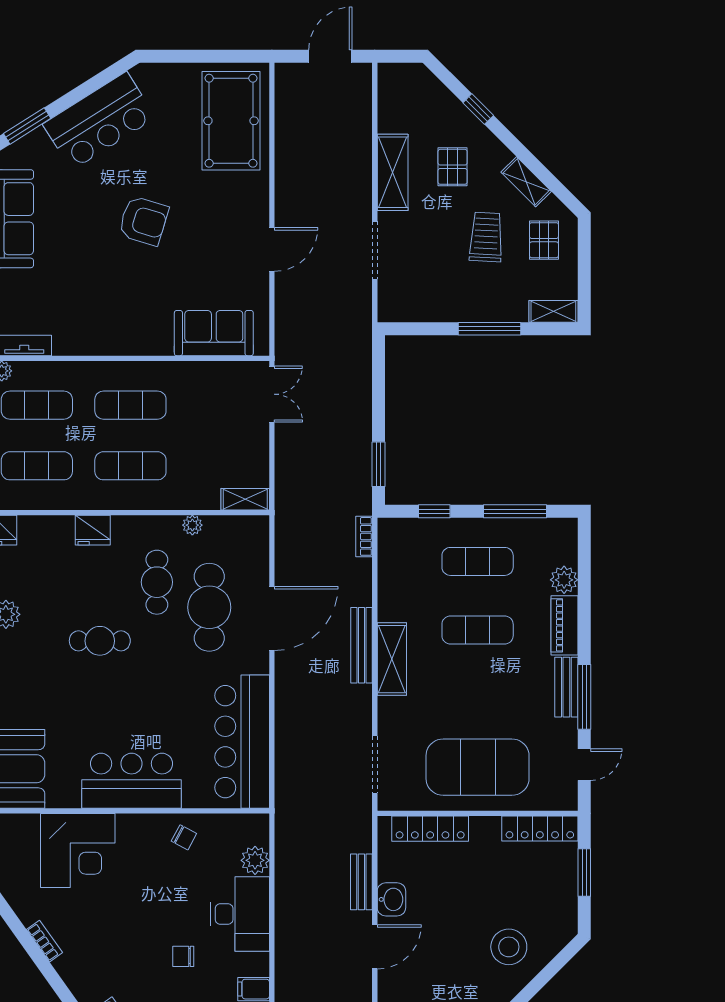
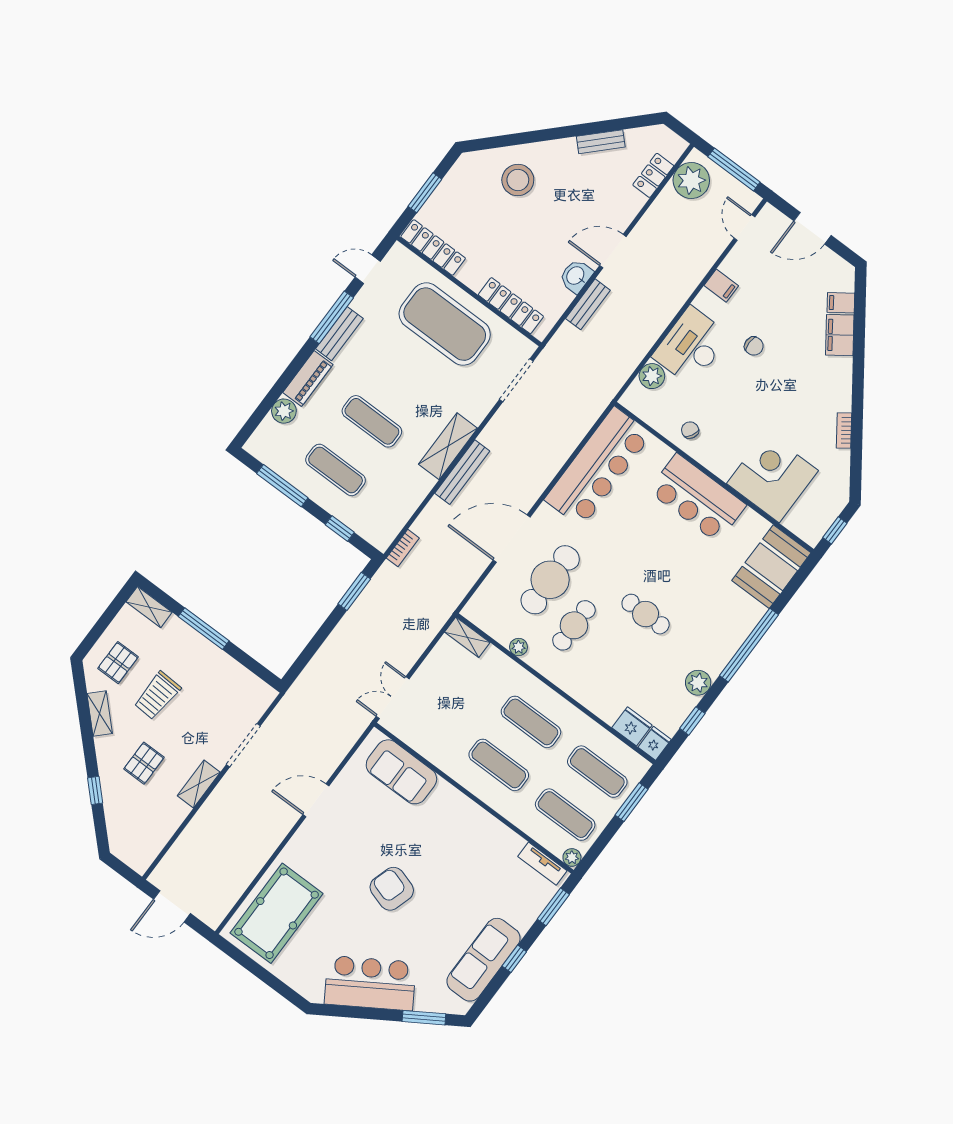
shelving: (393, 172) -> (199, 784), width x0.67, depth x0.75
fridge: (93, 530) -> (632, 726), moved

